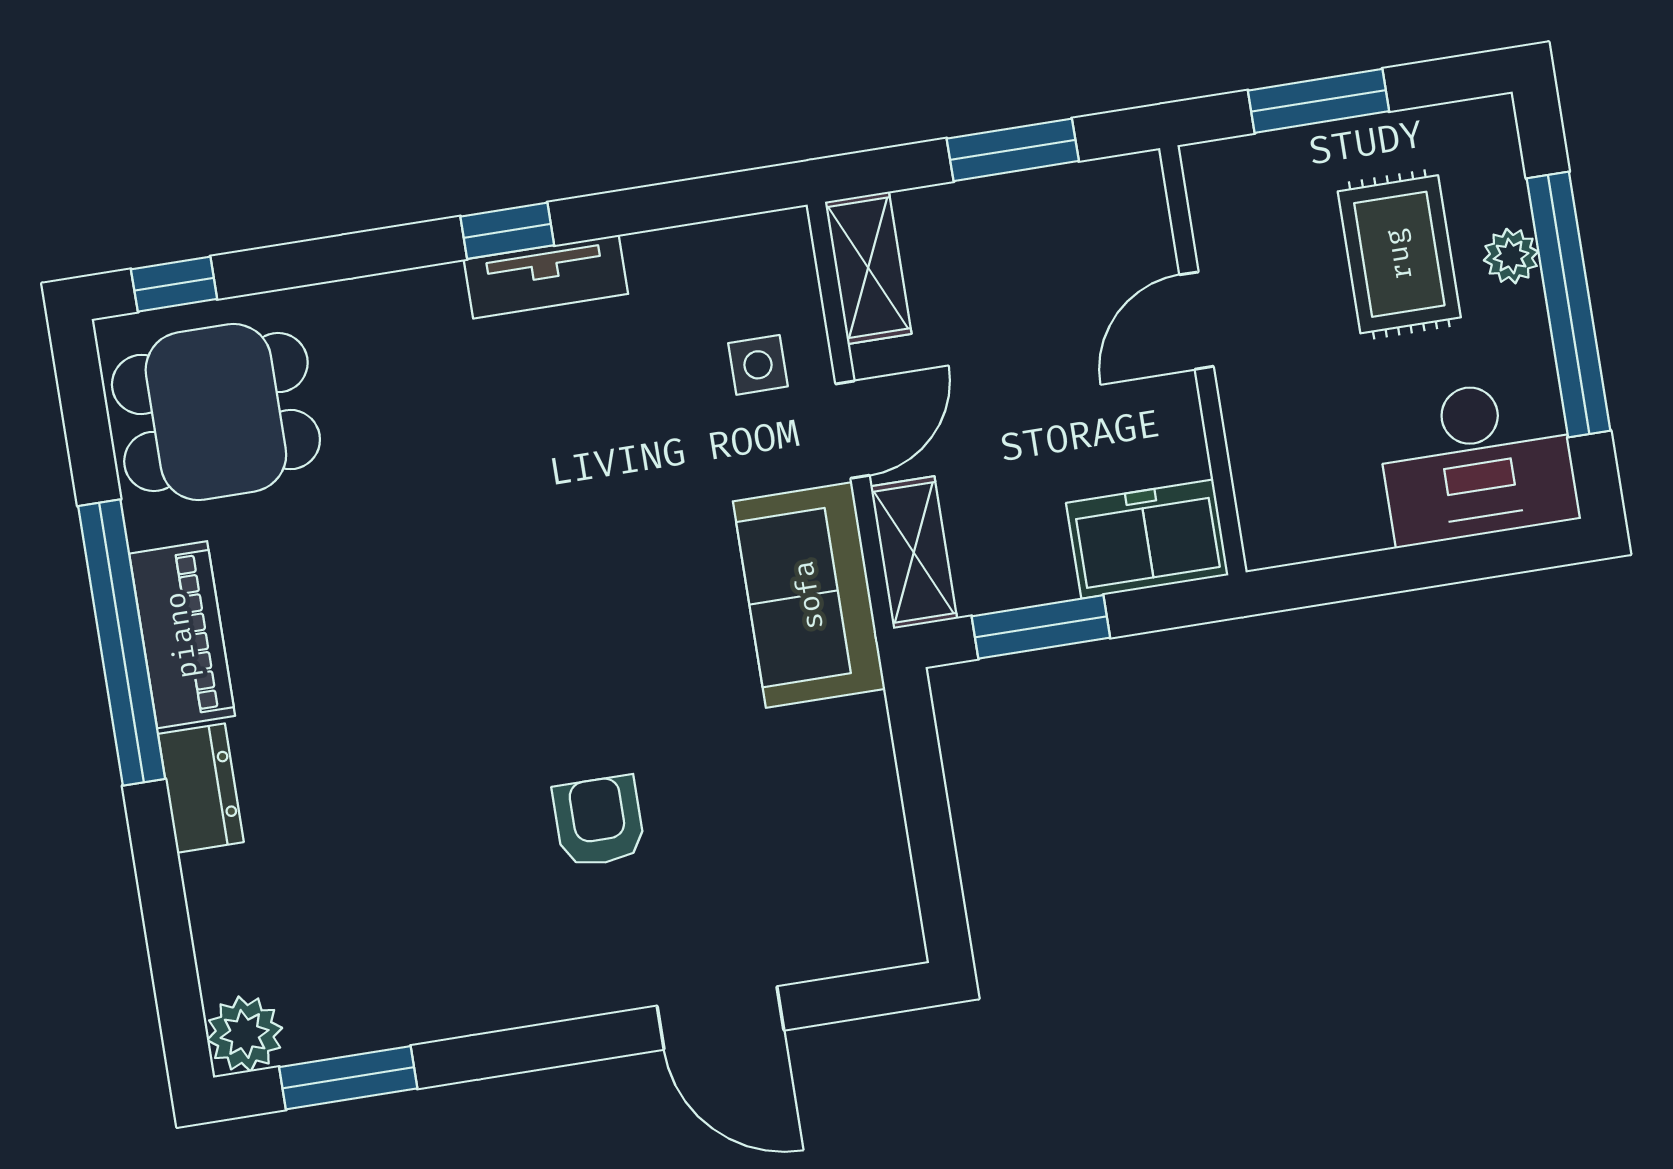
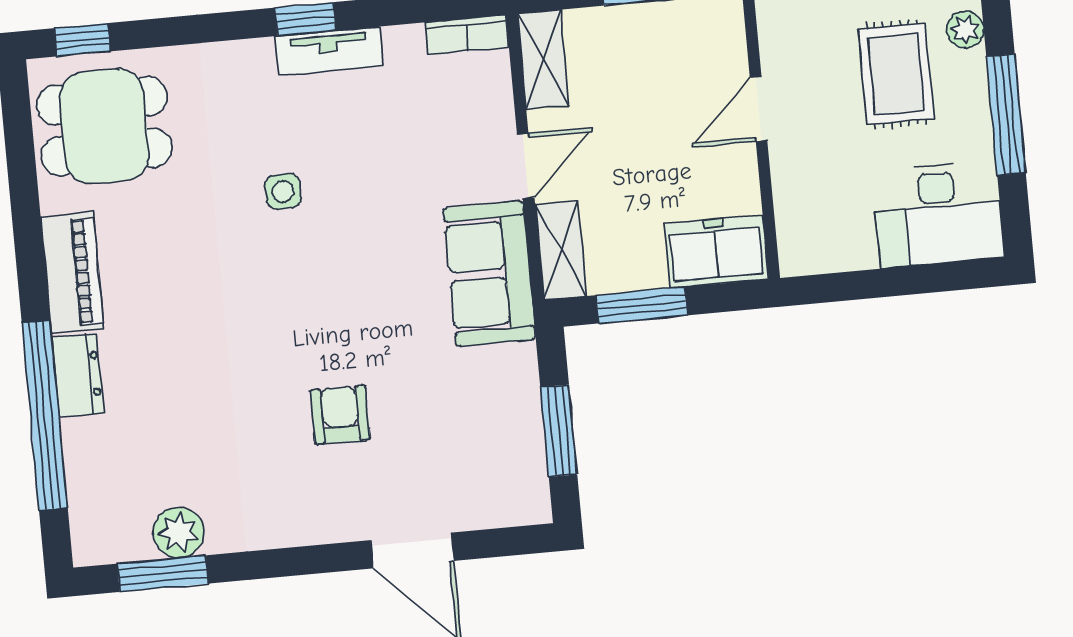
bookcase: (751, 238) -> (467, 35), added
plant: (1511, 256) -> (965, 30), moved
window: (1569, 305) -> (1006, 115), width x0.68
side table: (758, 365) -> (283, 191), moved
window: (122, 643) -> (45, 415), moved
window: (929, 824) -> (559, 431), added
plant: (245, 1034) -> (179, 532), moved

